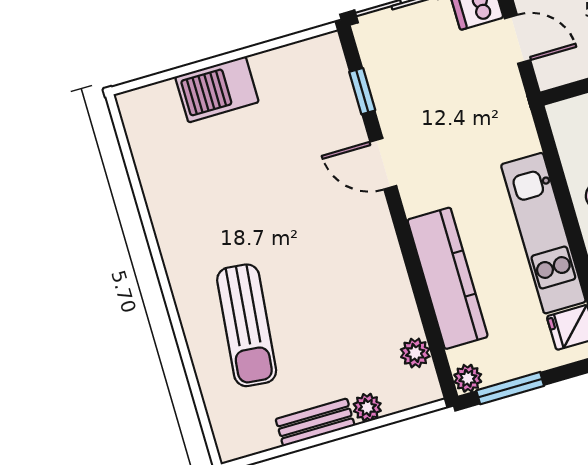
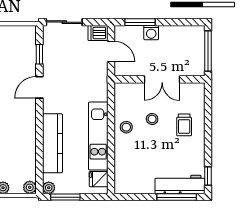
door: (383, 164) -> (39, 87), hinge flipped
plant: (415, 353) -> (30, 187), moved

